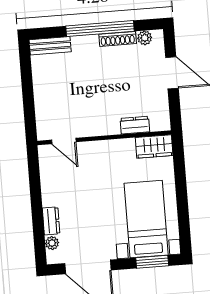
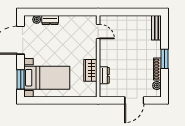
window: (100, 29) -> (165, 59), width x0.47
door: (64, 141) -> (98, 32), swing flipped
wardrobe: (154, 147) -> (90, 70), moved

